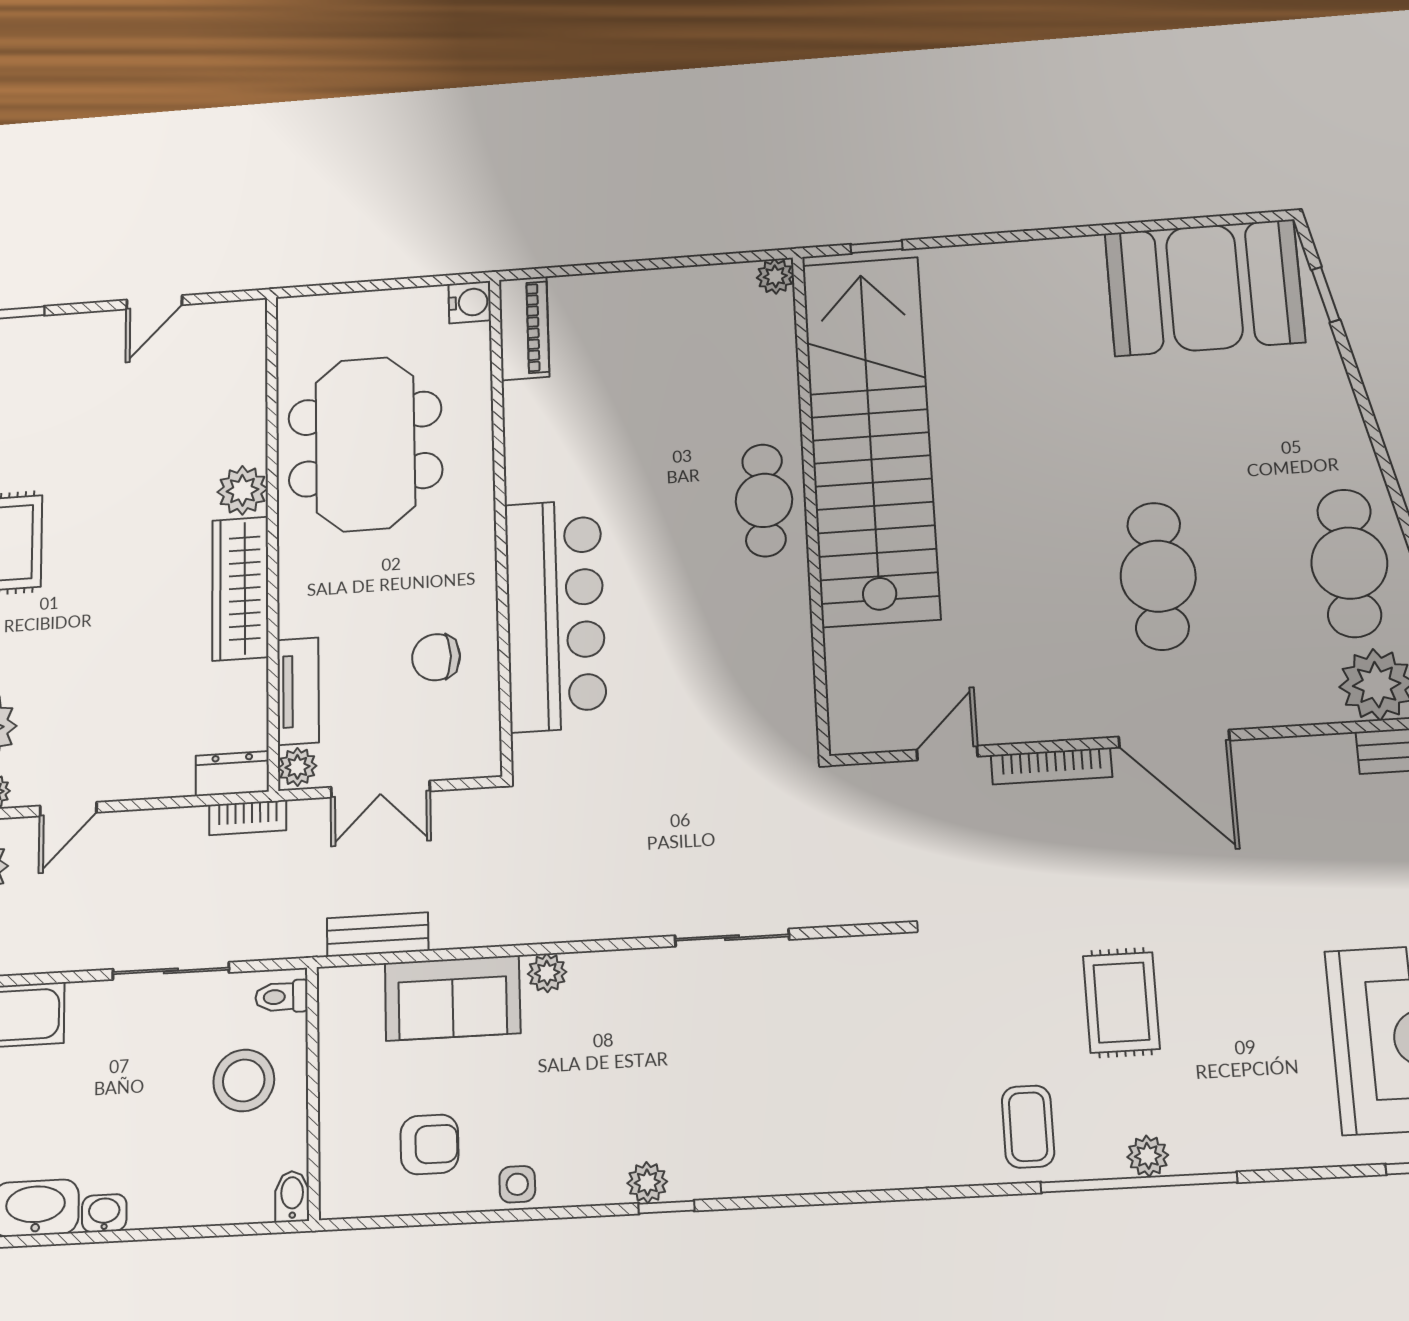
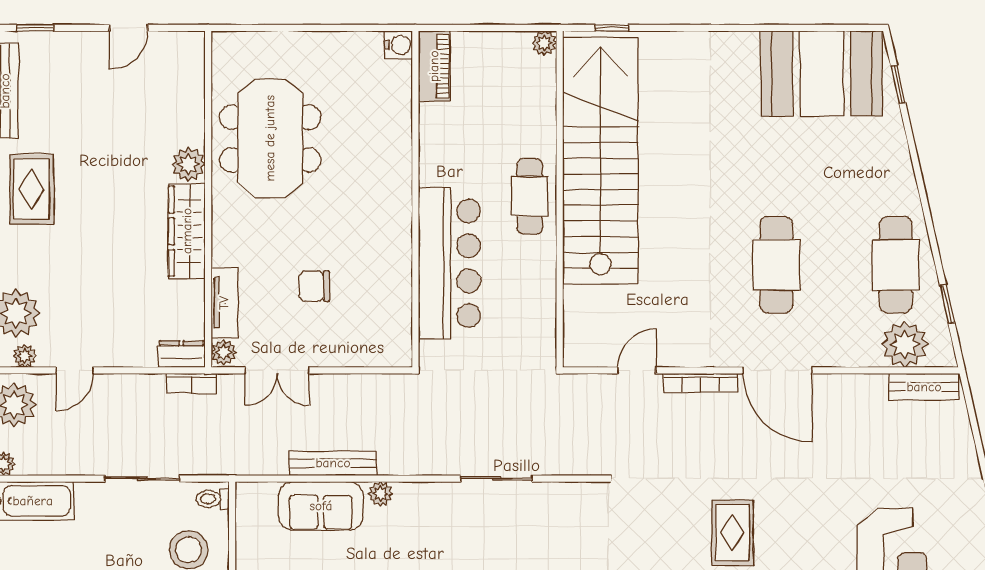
water cooler: (470, 302) -> (399, 45), moved
piano: (524, 328) -> (434, 66), moved
wall: (501, 523) -> (415, 199), moved
bar counter: (555, 615) -> (449, 263), moved
bench: (378, 934) -> (333, 463), moved, width x1.36

